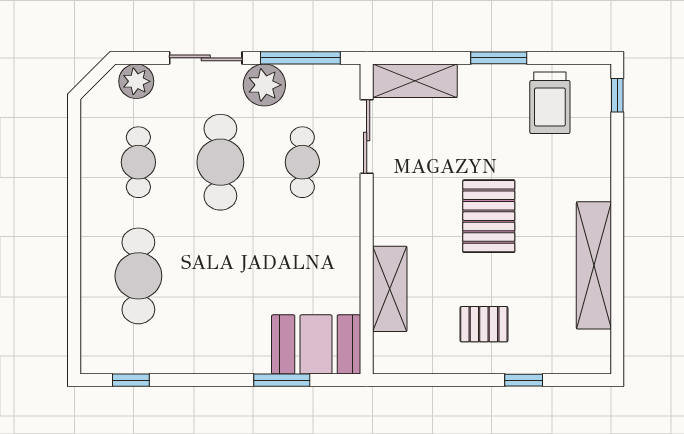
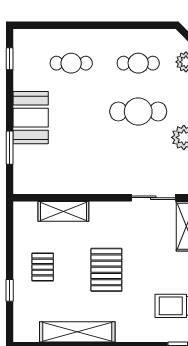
cafe table: (302, 162) -> (138, 160), removed
pallet: (489, 216) -> (106, 270), turned 90
cafe table: (138, 276) -> (71, 63), width x0.73, depth x0.74
booth: (316, 344) -> (31, 118), moved

